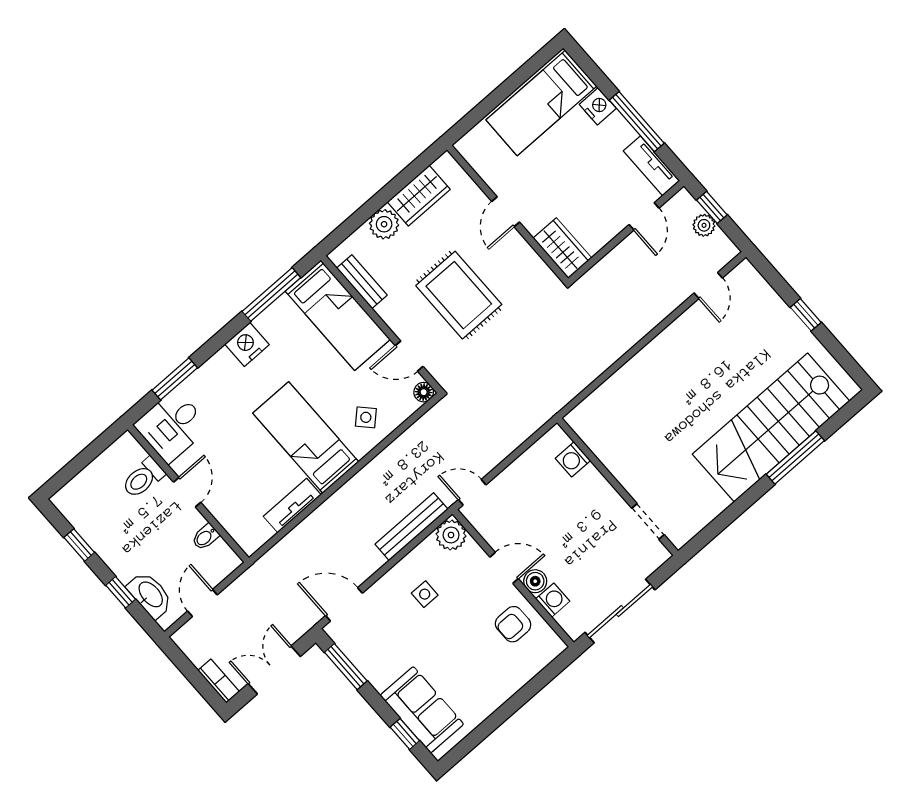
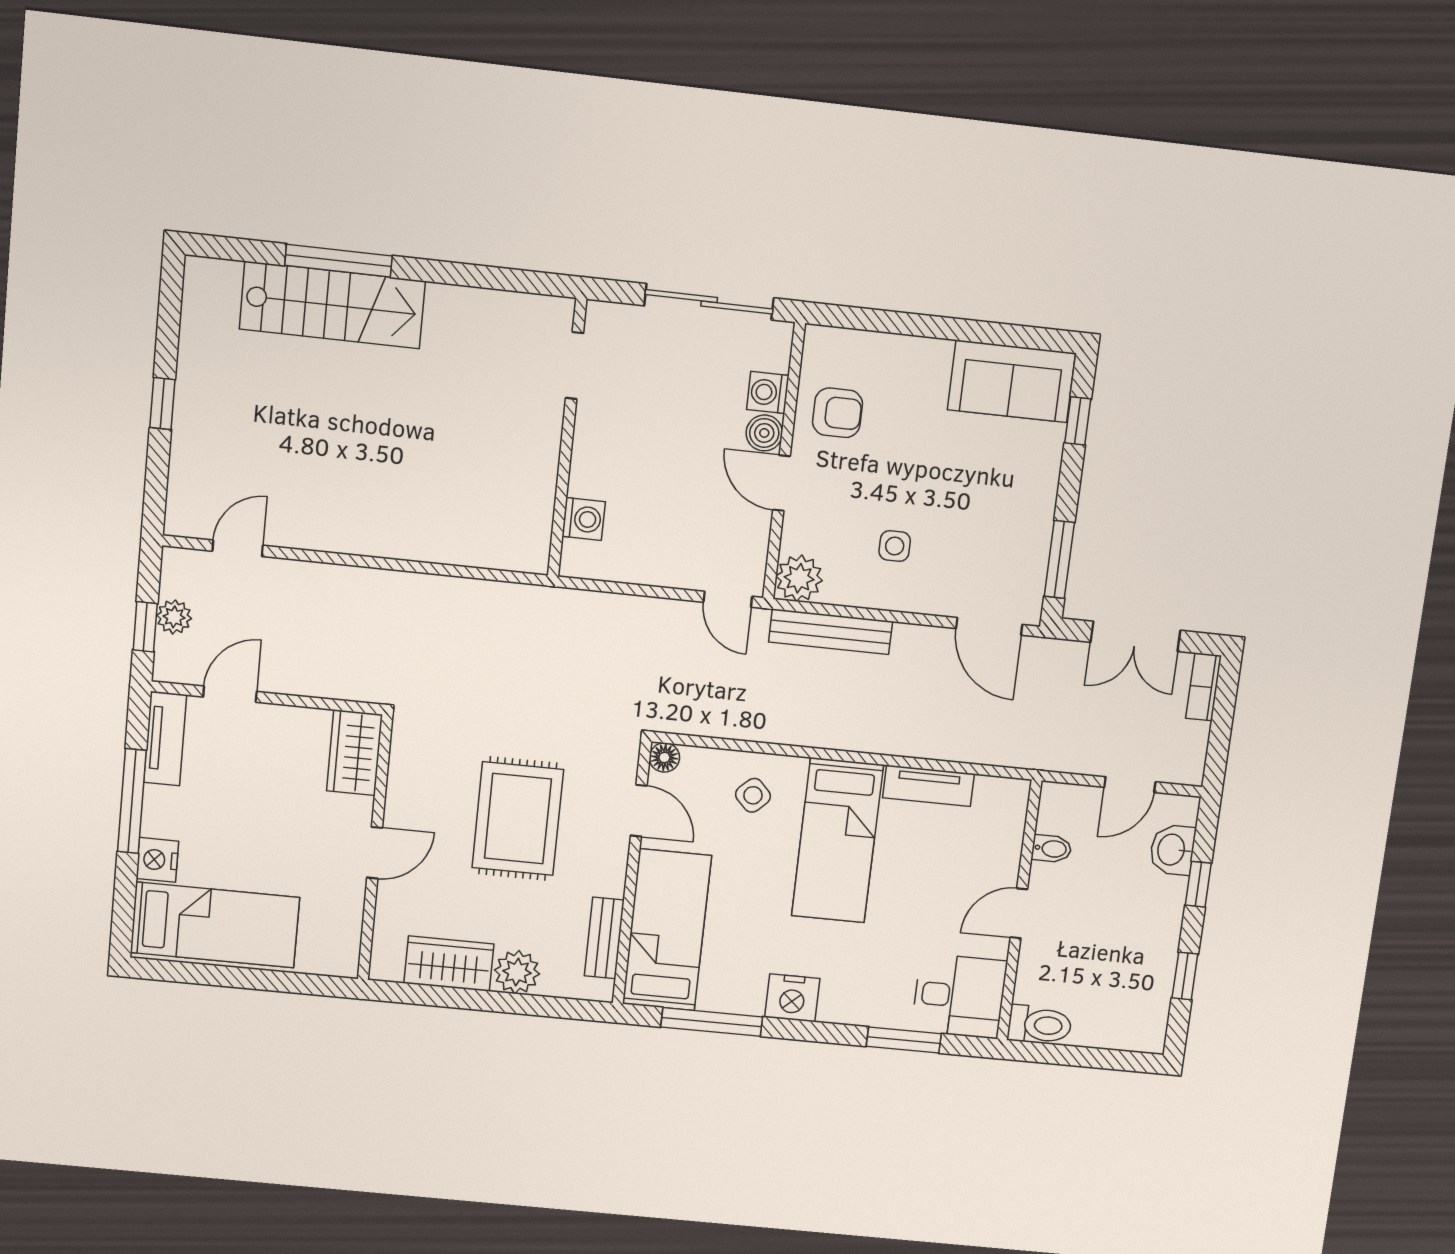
stairs: (771, 428) -> (332, 305), width x0.73, depth x0.66
toilet: (143, 478) -> (1040, 1025), moved
washbasin: (150, 595) -> (1172, 850), width x0.72
sofa: (422, 710) -> (1011, 381), moved, turned -90

